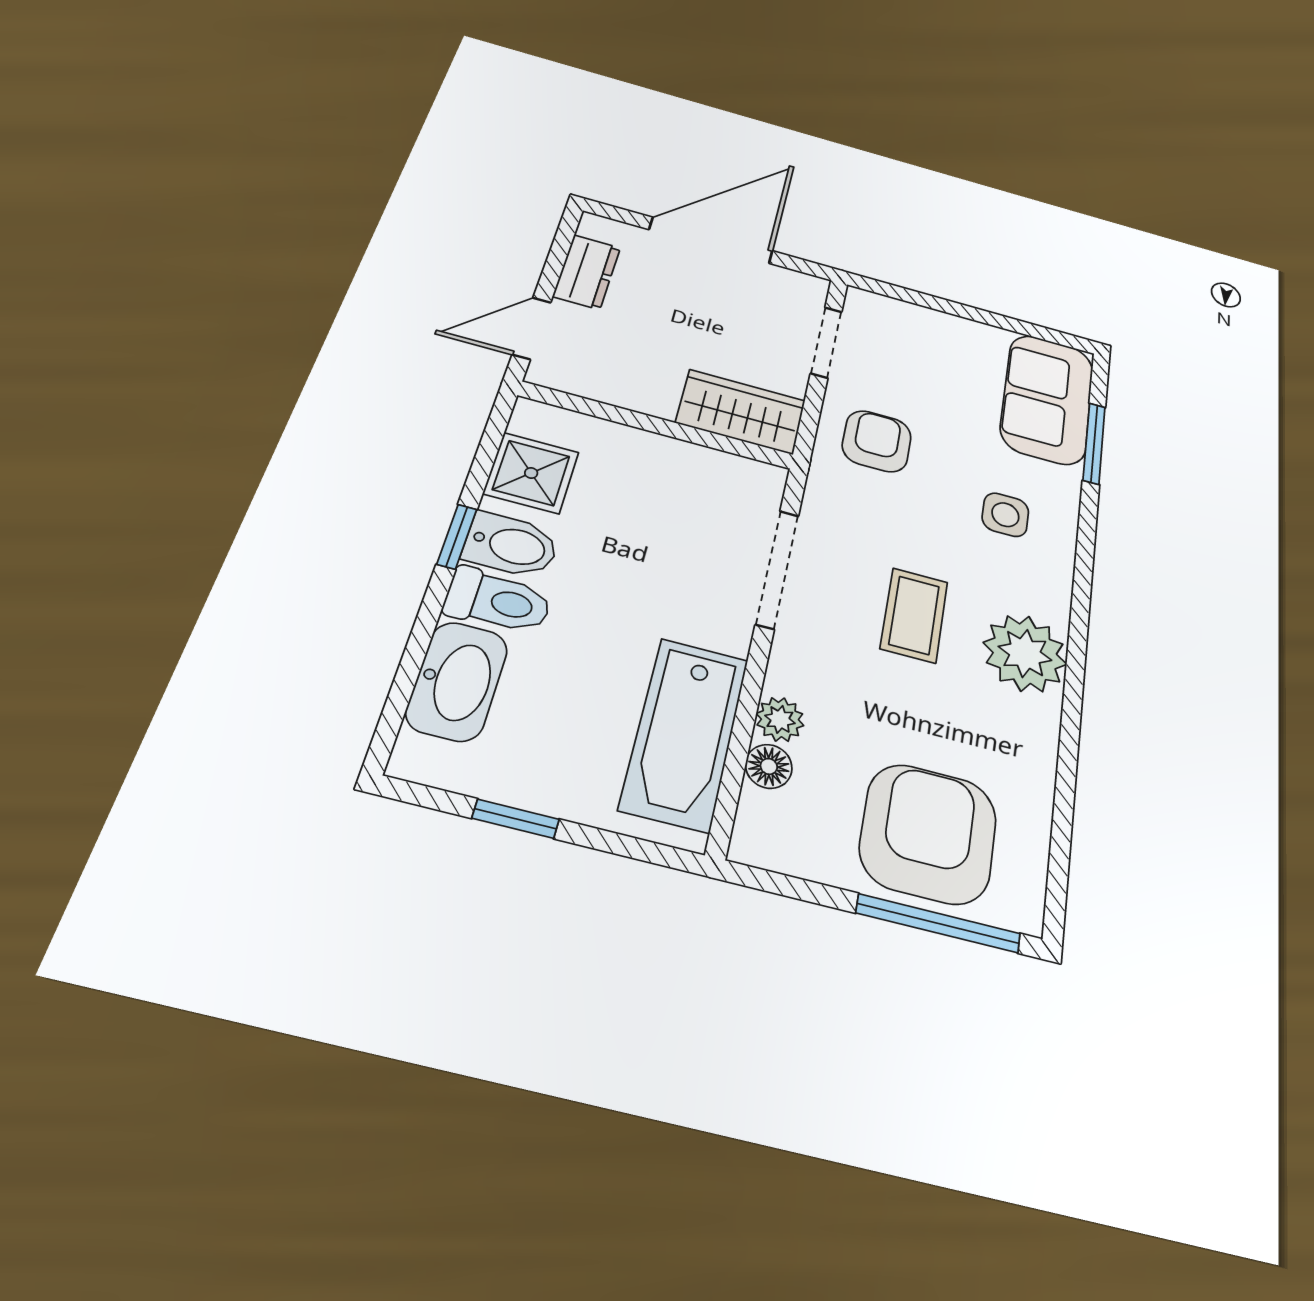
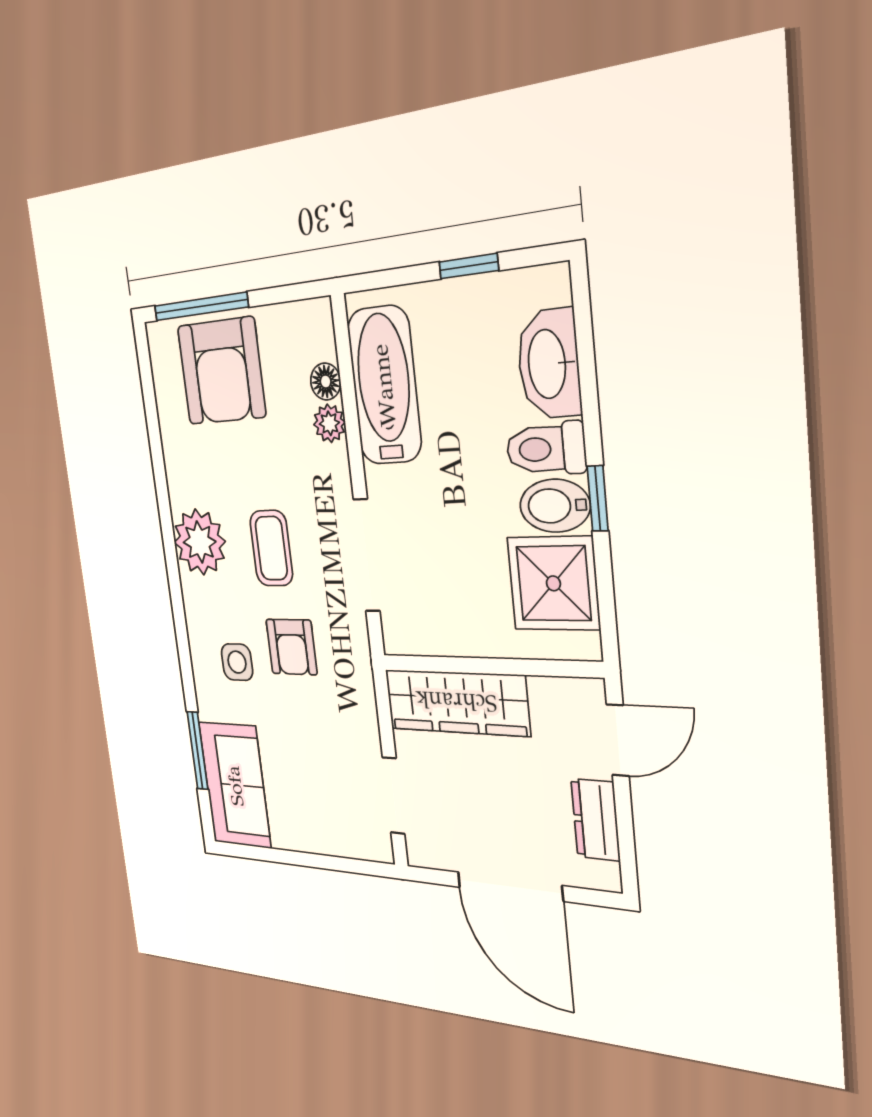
door: (711, 240) -> (510, 886), hinge flipped
wardrobe: (741, 412) -> (456, 702), width x1.50
armchair: (877, 441) -> (291, 647), moved
shower: (531, 473) -> (553, 583), width x1.36, depth x1.36

